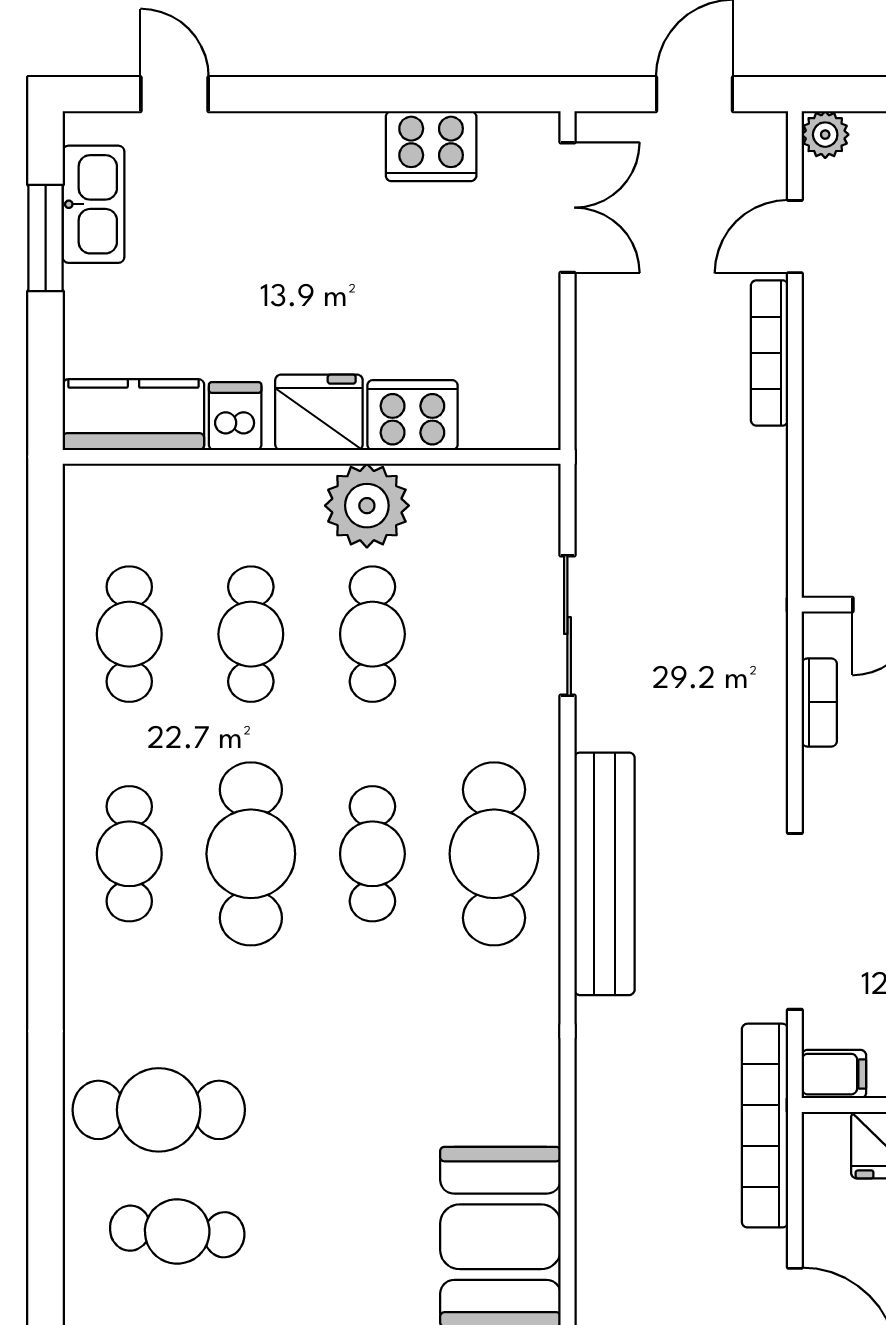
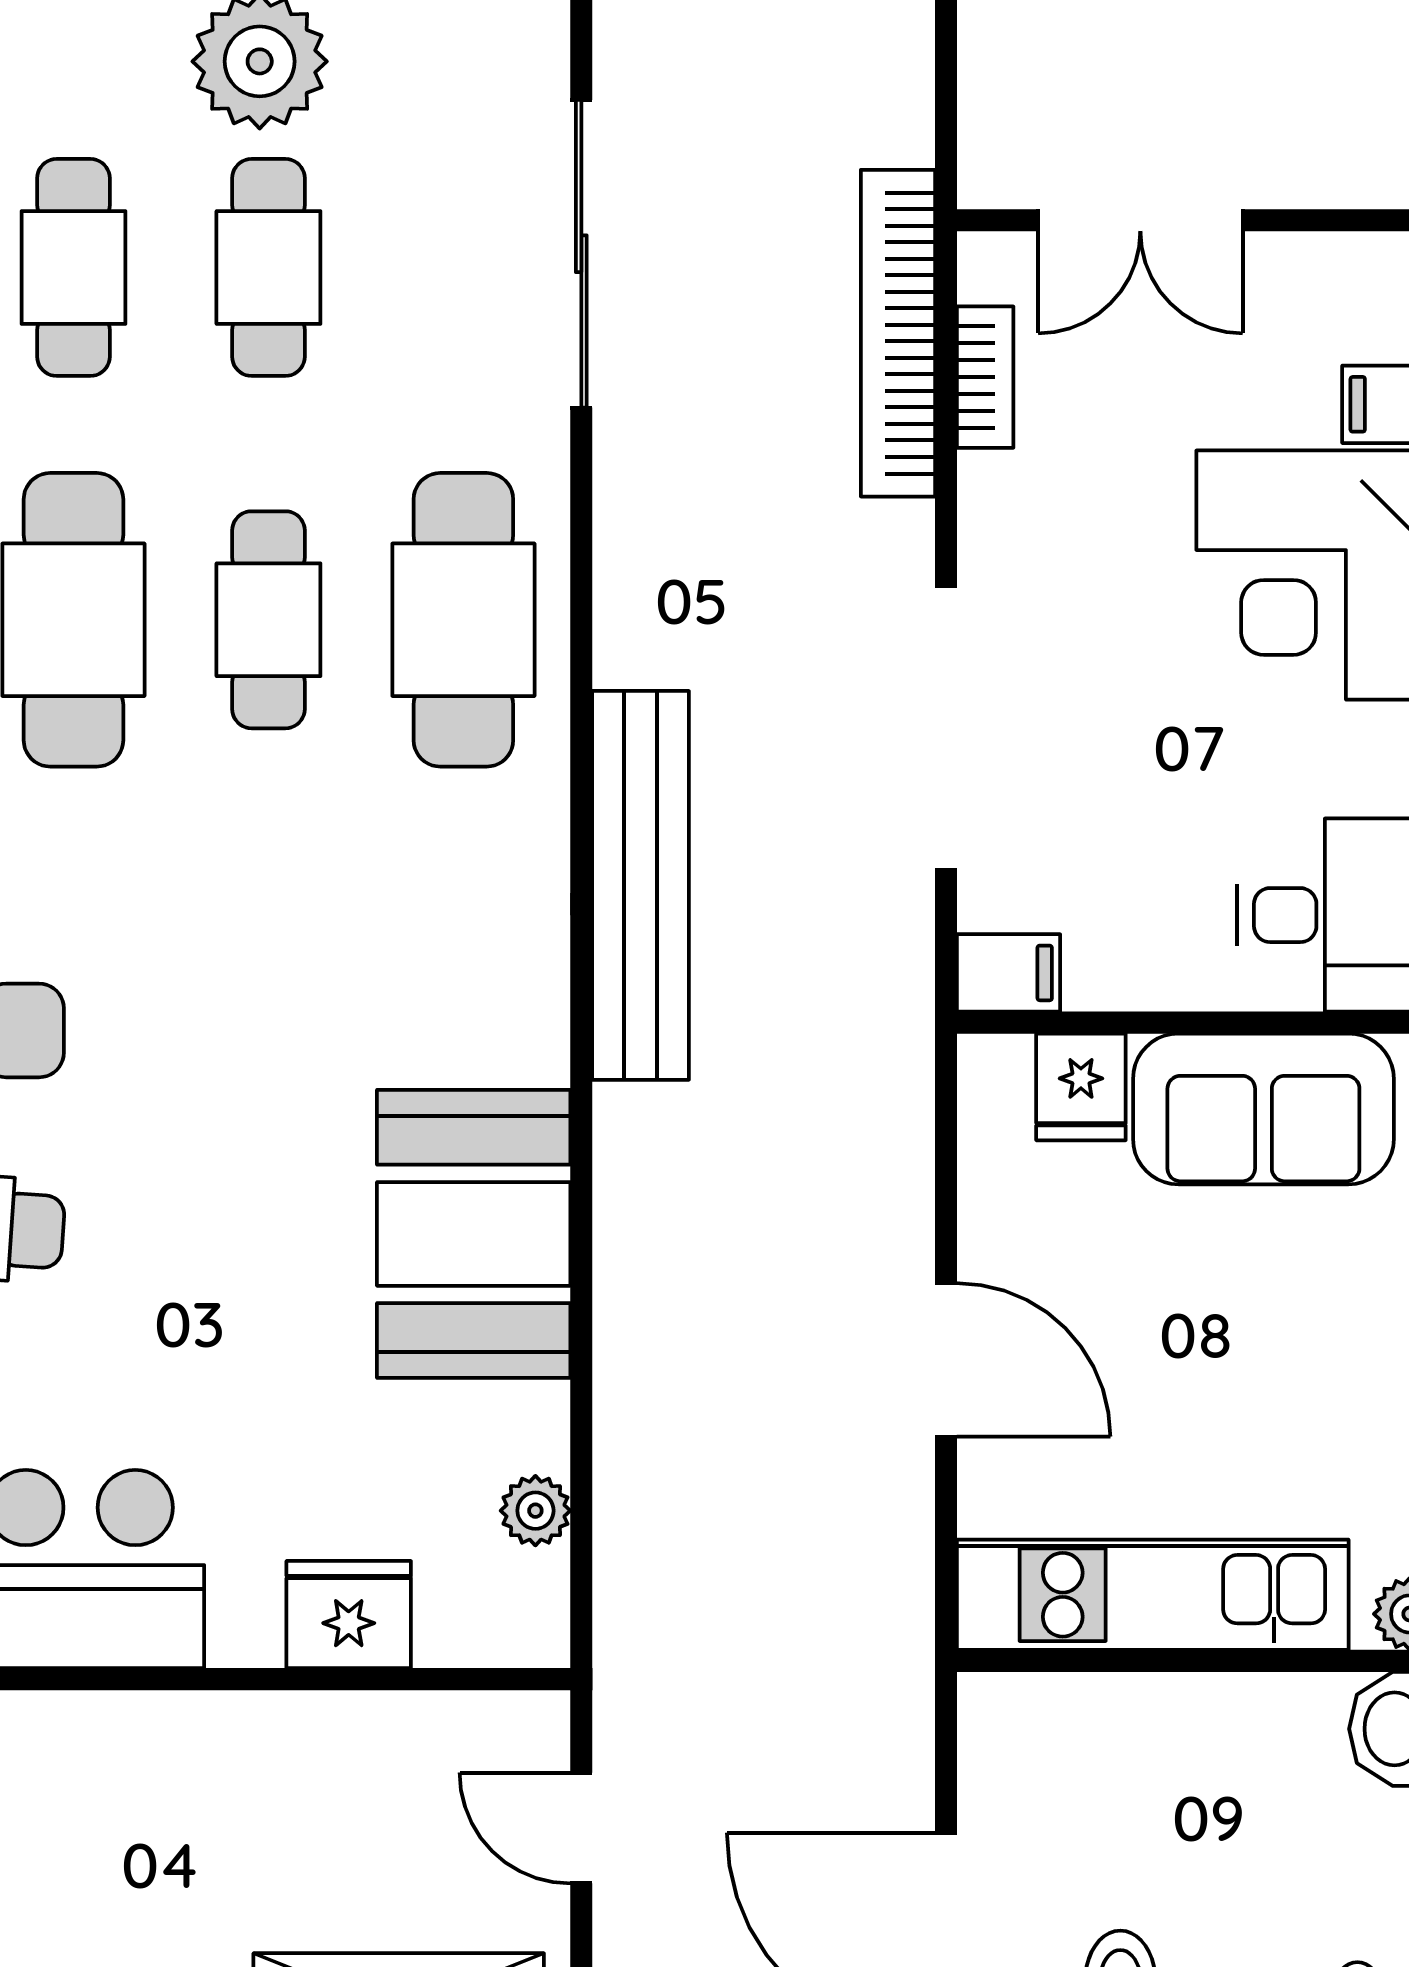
sliding door: (567, 626) -> (581, 254), width x1.37
bench: (604, 874) -> (641, 885), moved
bookcase: (765, 1126) -> (898, 333), moved

